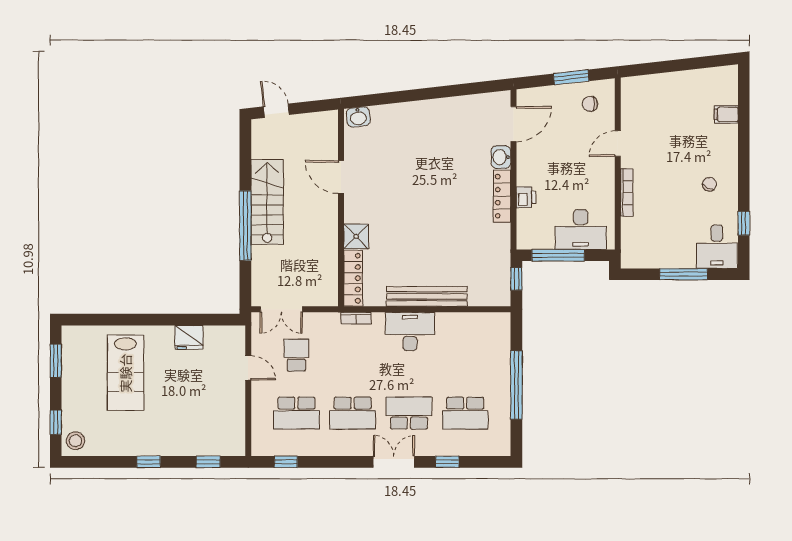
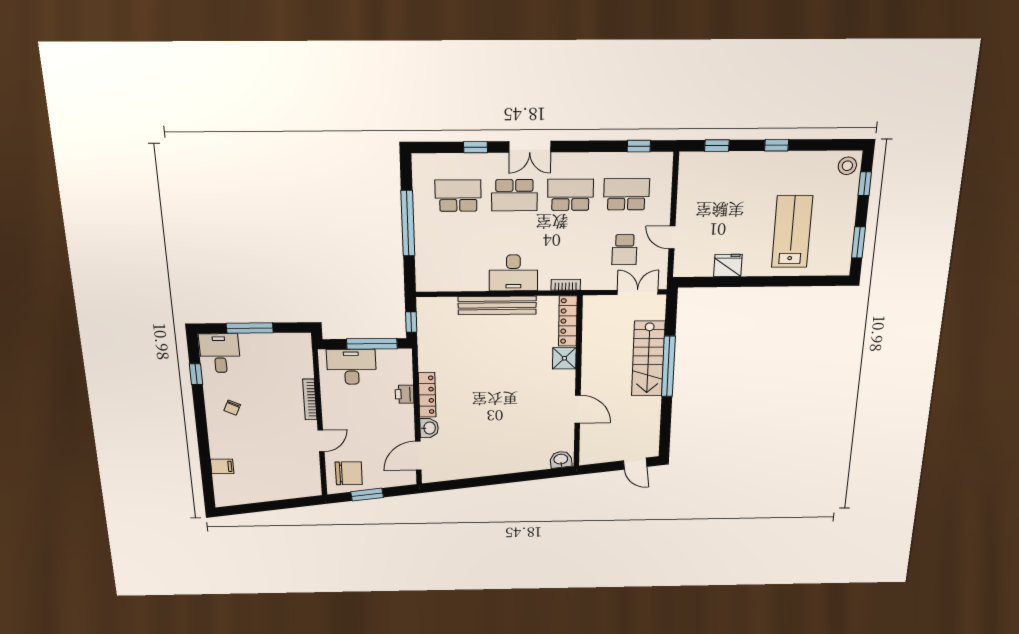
chair: (590, 104) -> (349, 473), width x1.87, depth x1.87
stairs: (267, 202) -> (648, 359), moved

